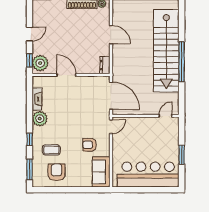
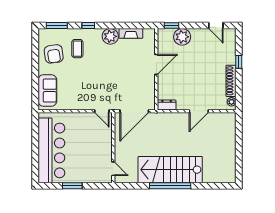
door: (30, 34) -> (216, 26), moved
stairs: (166, 51) -> (170, 170), width x0.73
plant: (40, 63) -> (182, 37), moved
armchair: (90, 145) -> (83, 89), removed
armchair: (56, 172) -> (54, 54), turned 82
sofa: (101, 172) -> (47, 90), moved, turned 90

